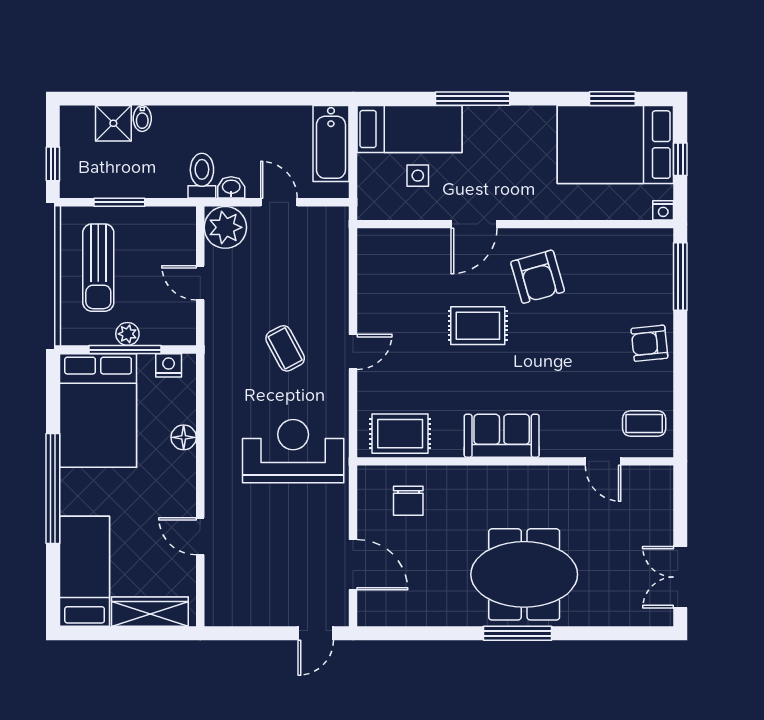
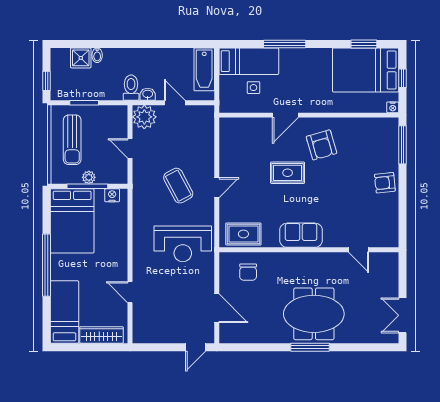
coffee table: (285, 348) -> (178, 186), width x1.36, depth x1.30
coffee table: (644, 424) -> (382, 228), removed
floor lamp: (184, 437) -> (121, 236), removed
reception desk: (293, 451) -> (183, 244), turned 180

